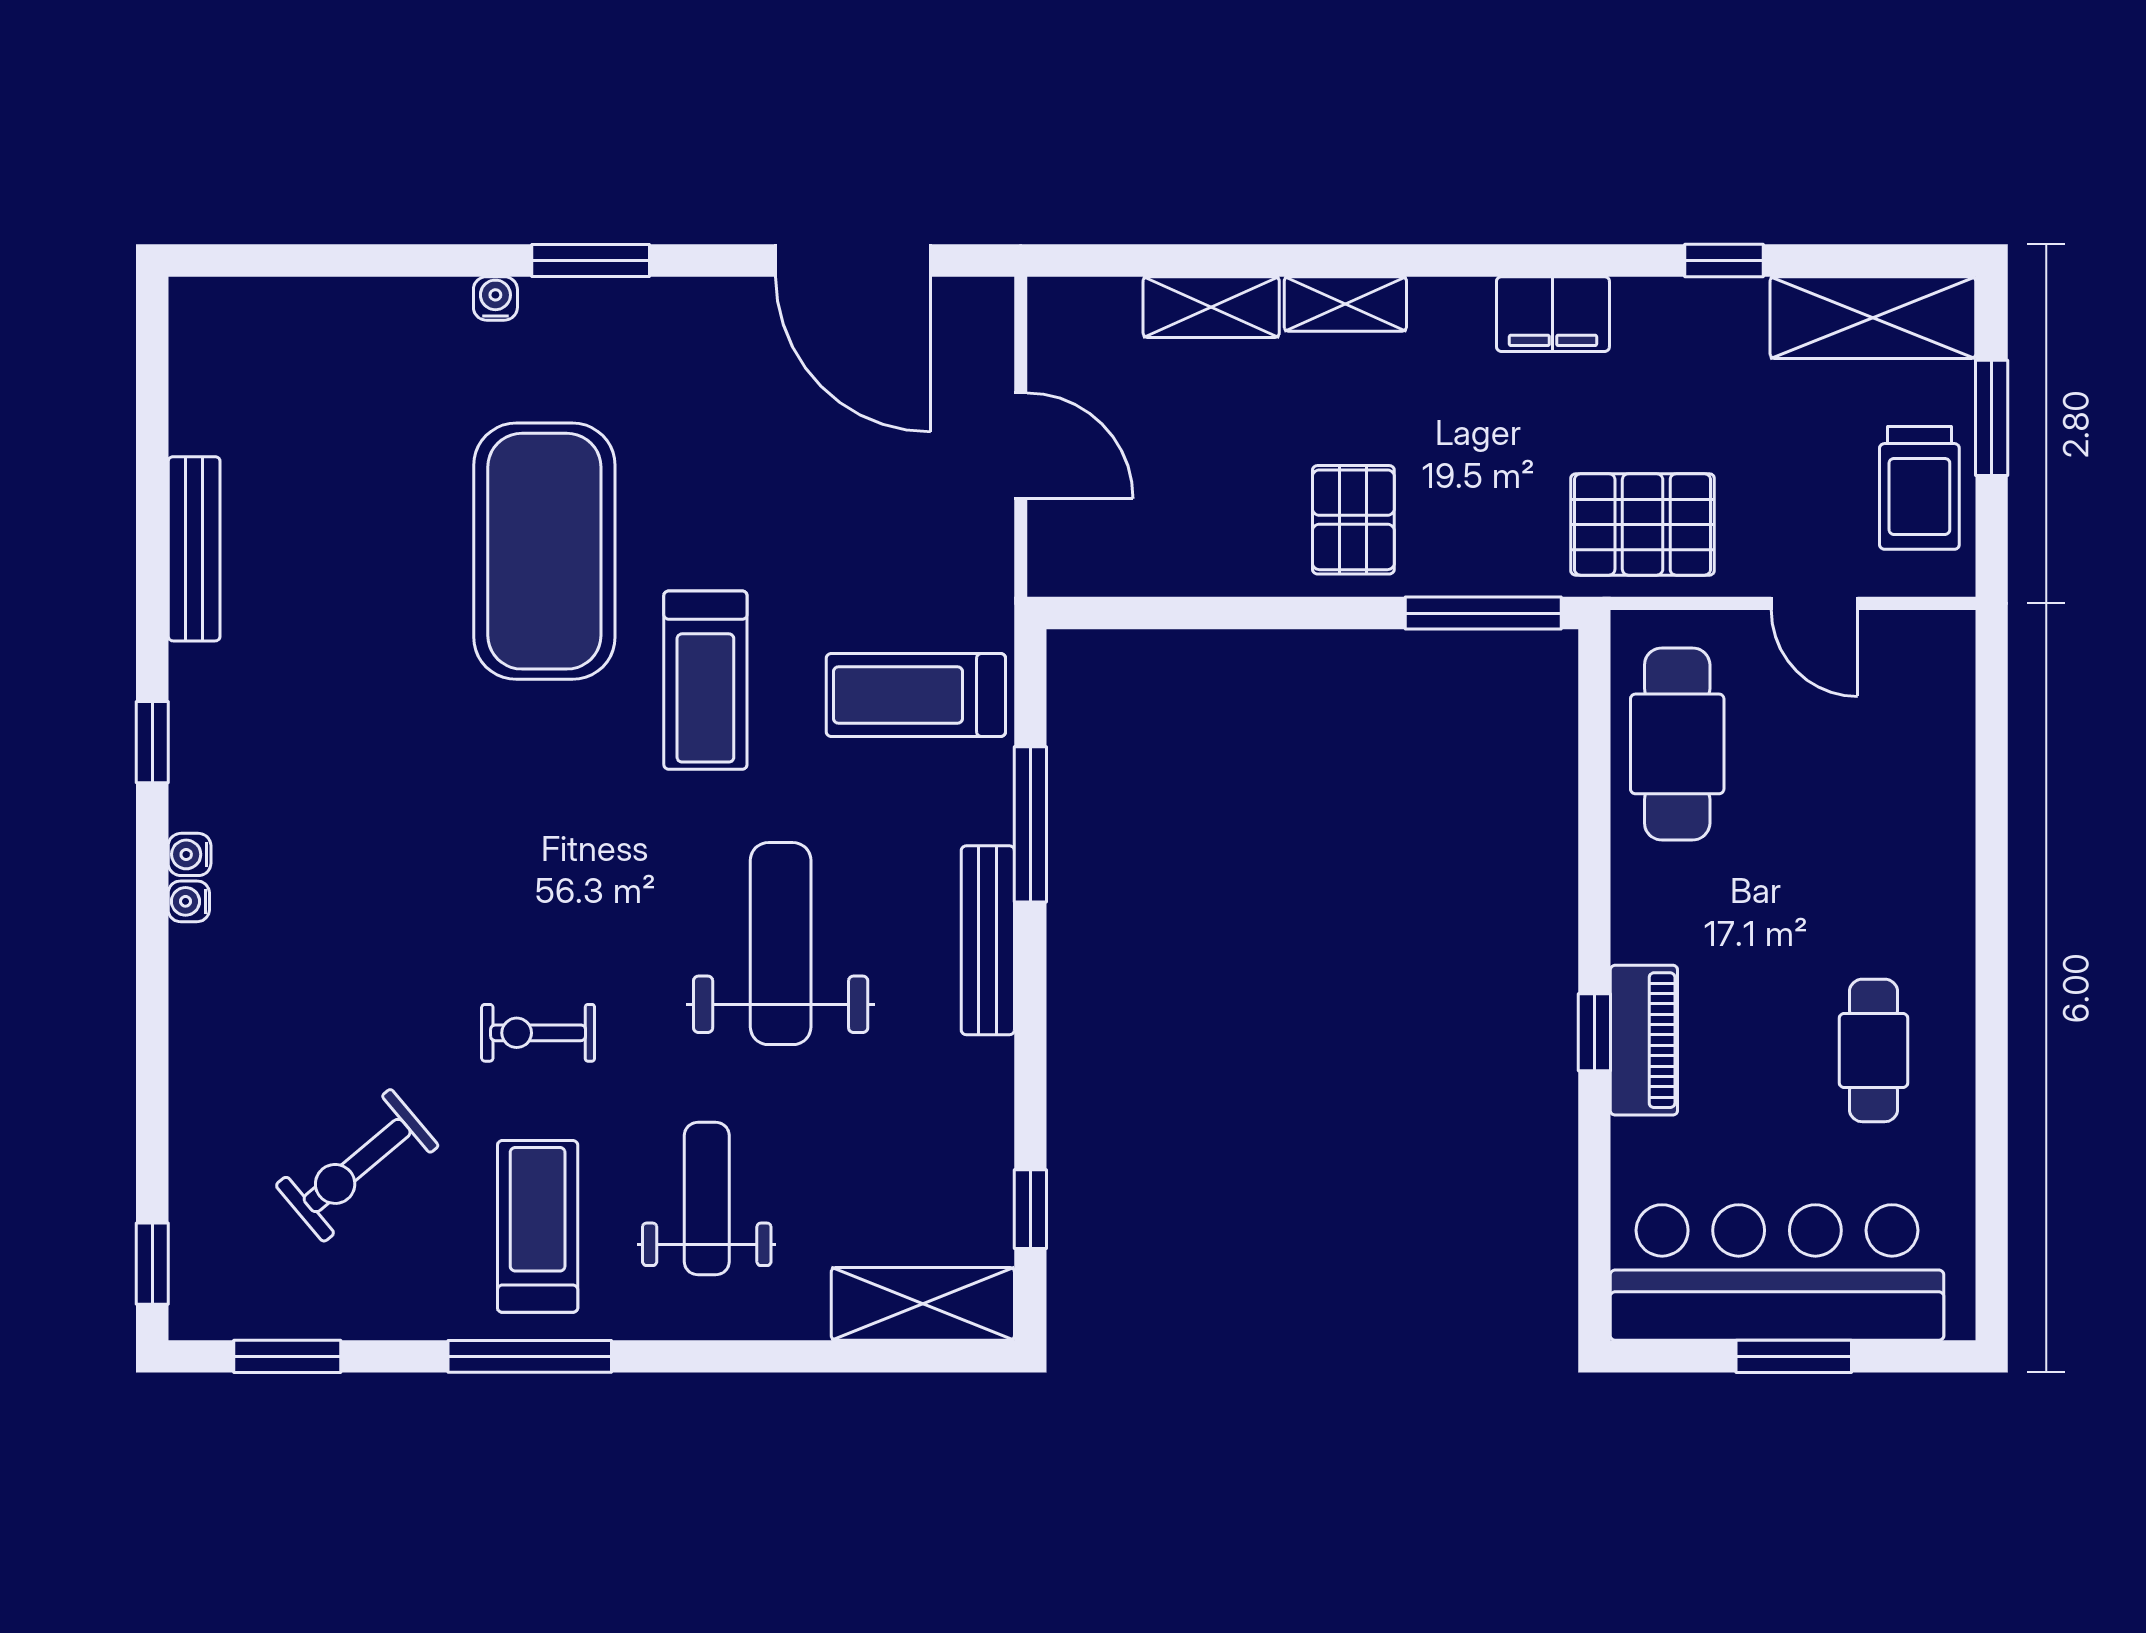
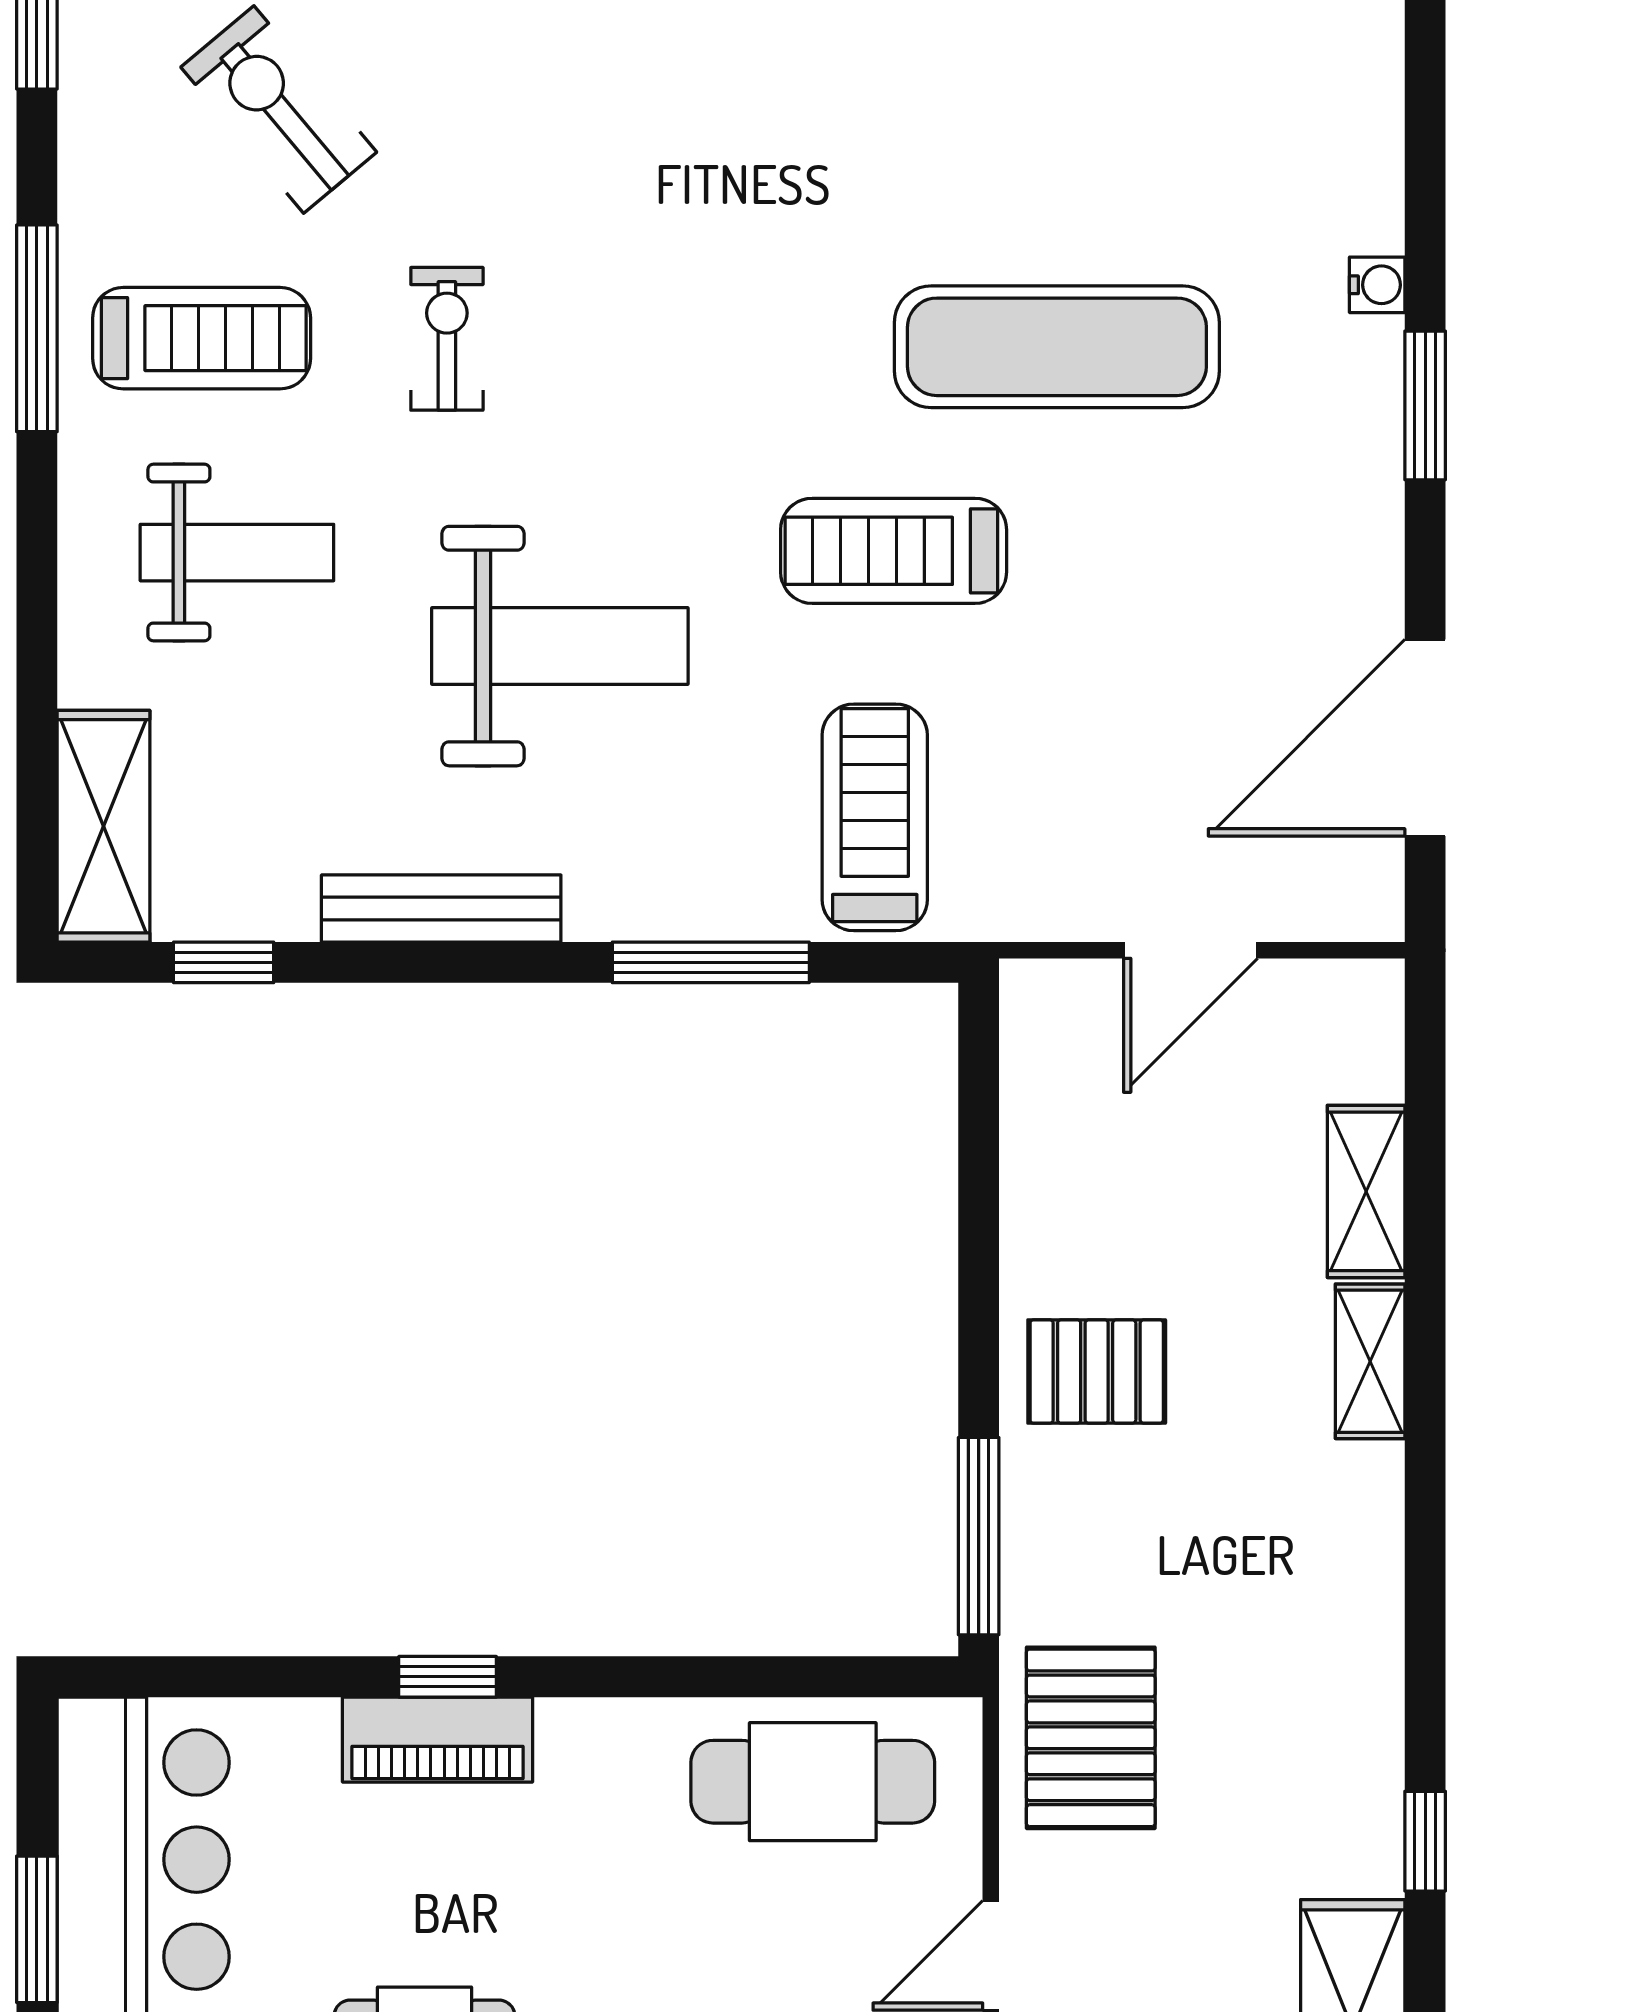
filing cabinet: (1553, 314) -> (1357, 1624), removed
exercise mat: (544, 551) -> (1057, 347), width x0.68
bench: (988, 940) -> (441, 909), moved

